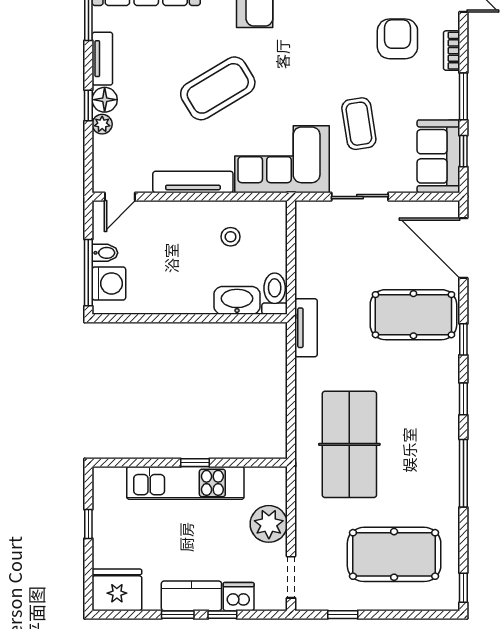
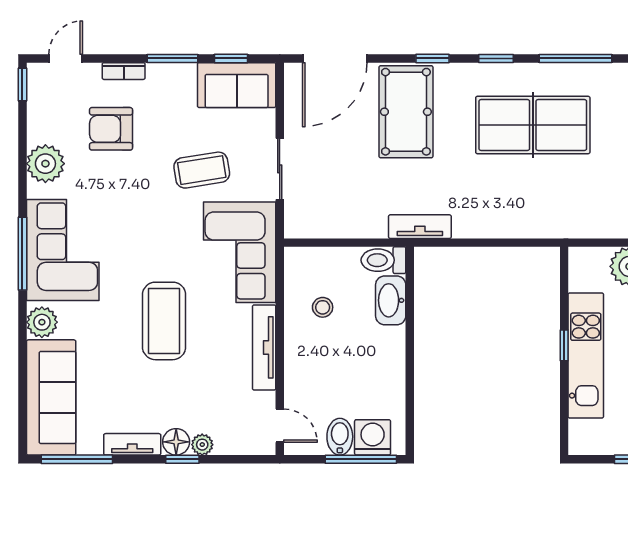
coffee table: (218, 88) -> (164, 321), turned 31
bidet: (105, 253) -> (340, 437), width x1.38, depth x1.36
table tennis table: (349, 444) -> (533, 125), moved

